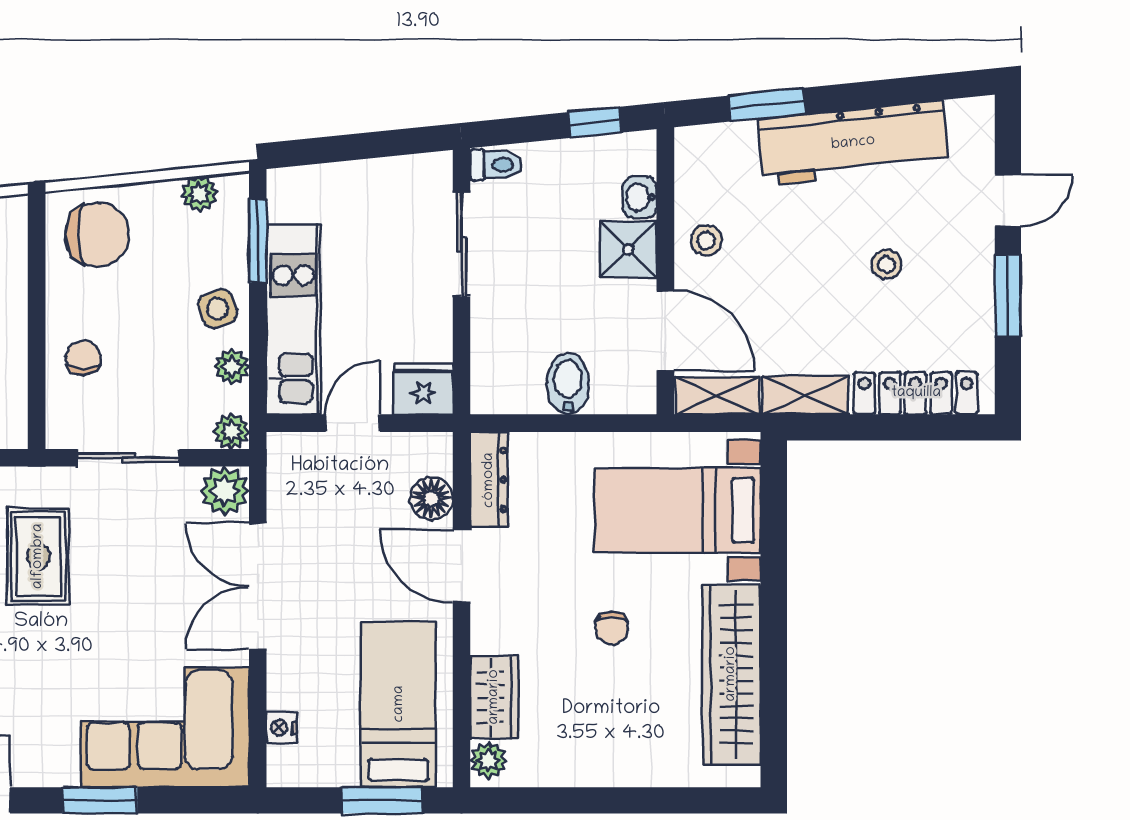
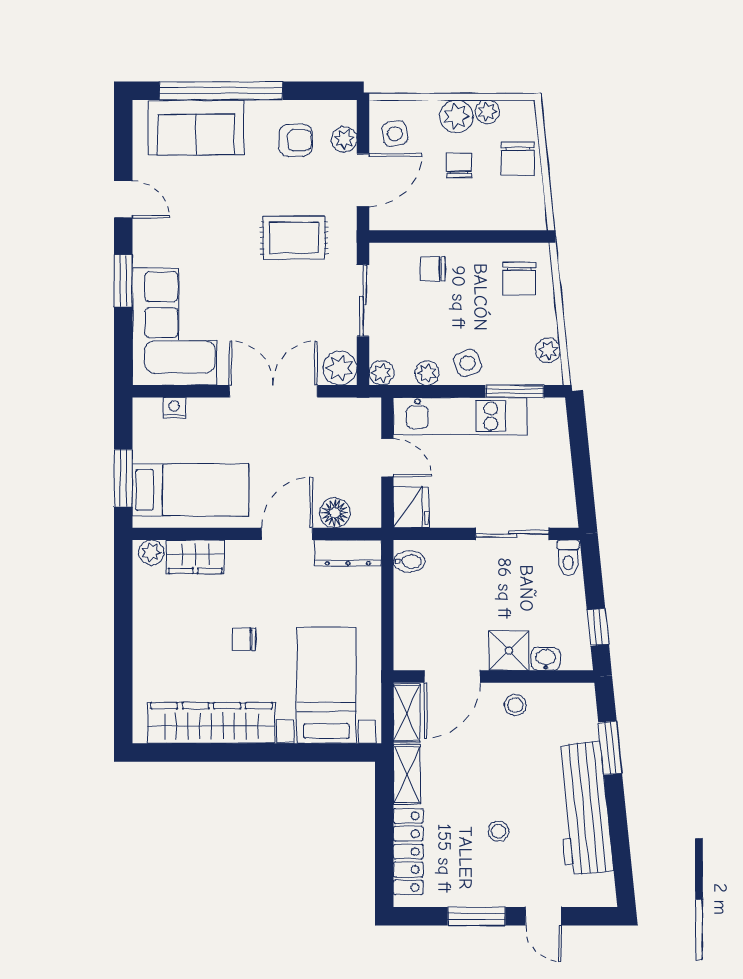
chair: (97, 235) -> (519, 279), width x0.73, depth x0.73
chair: (83, 358) -> (433, 269), turned 180
bidet: (568, 384) -> (409, 562), moved, width x0.72, depth x0.74

